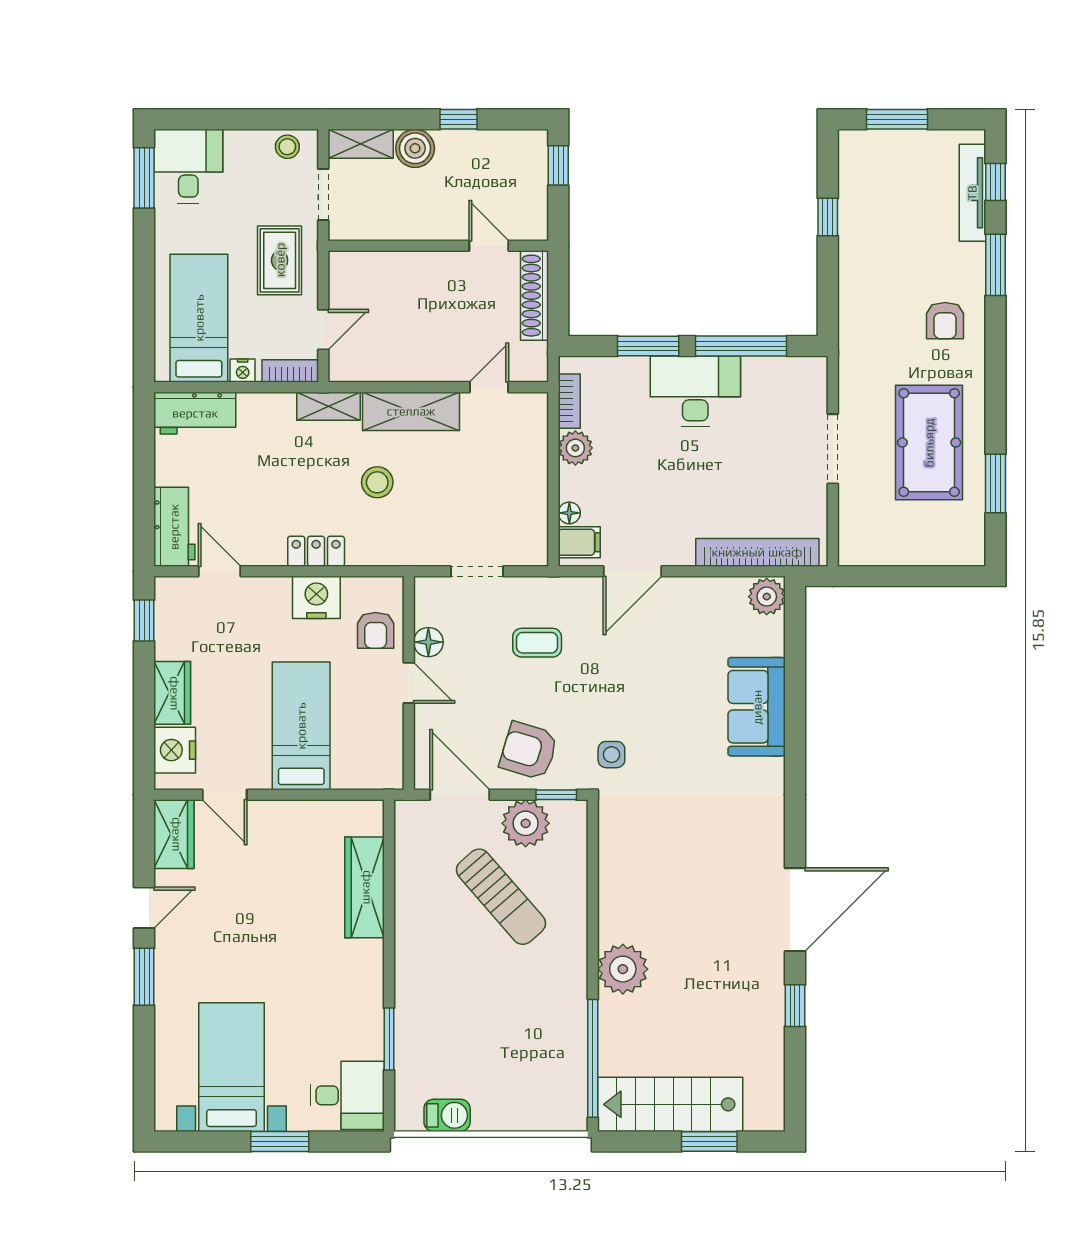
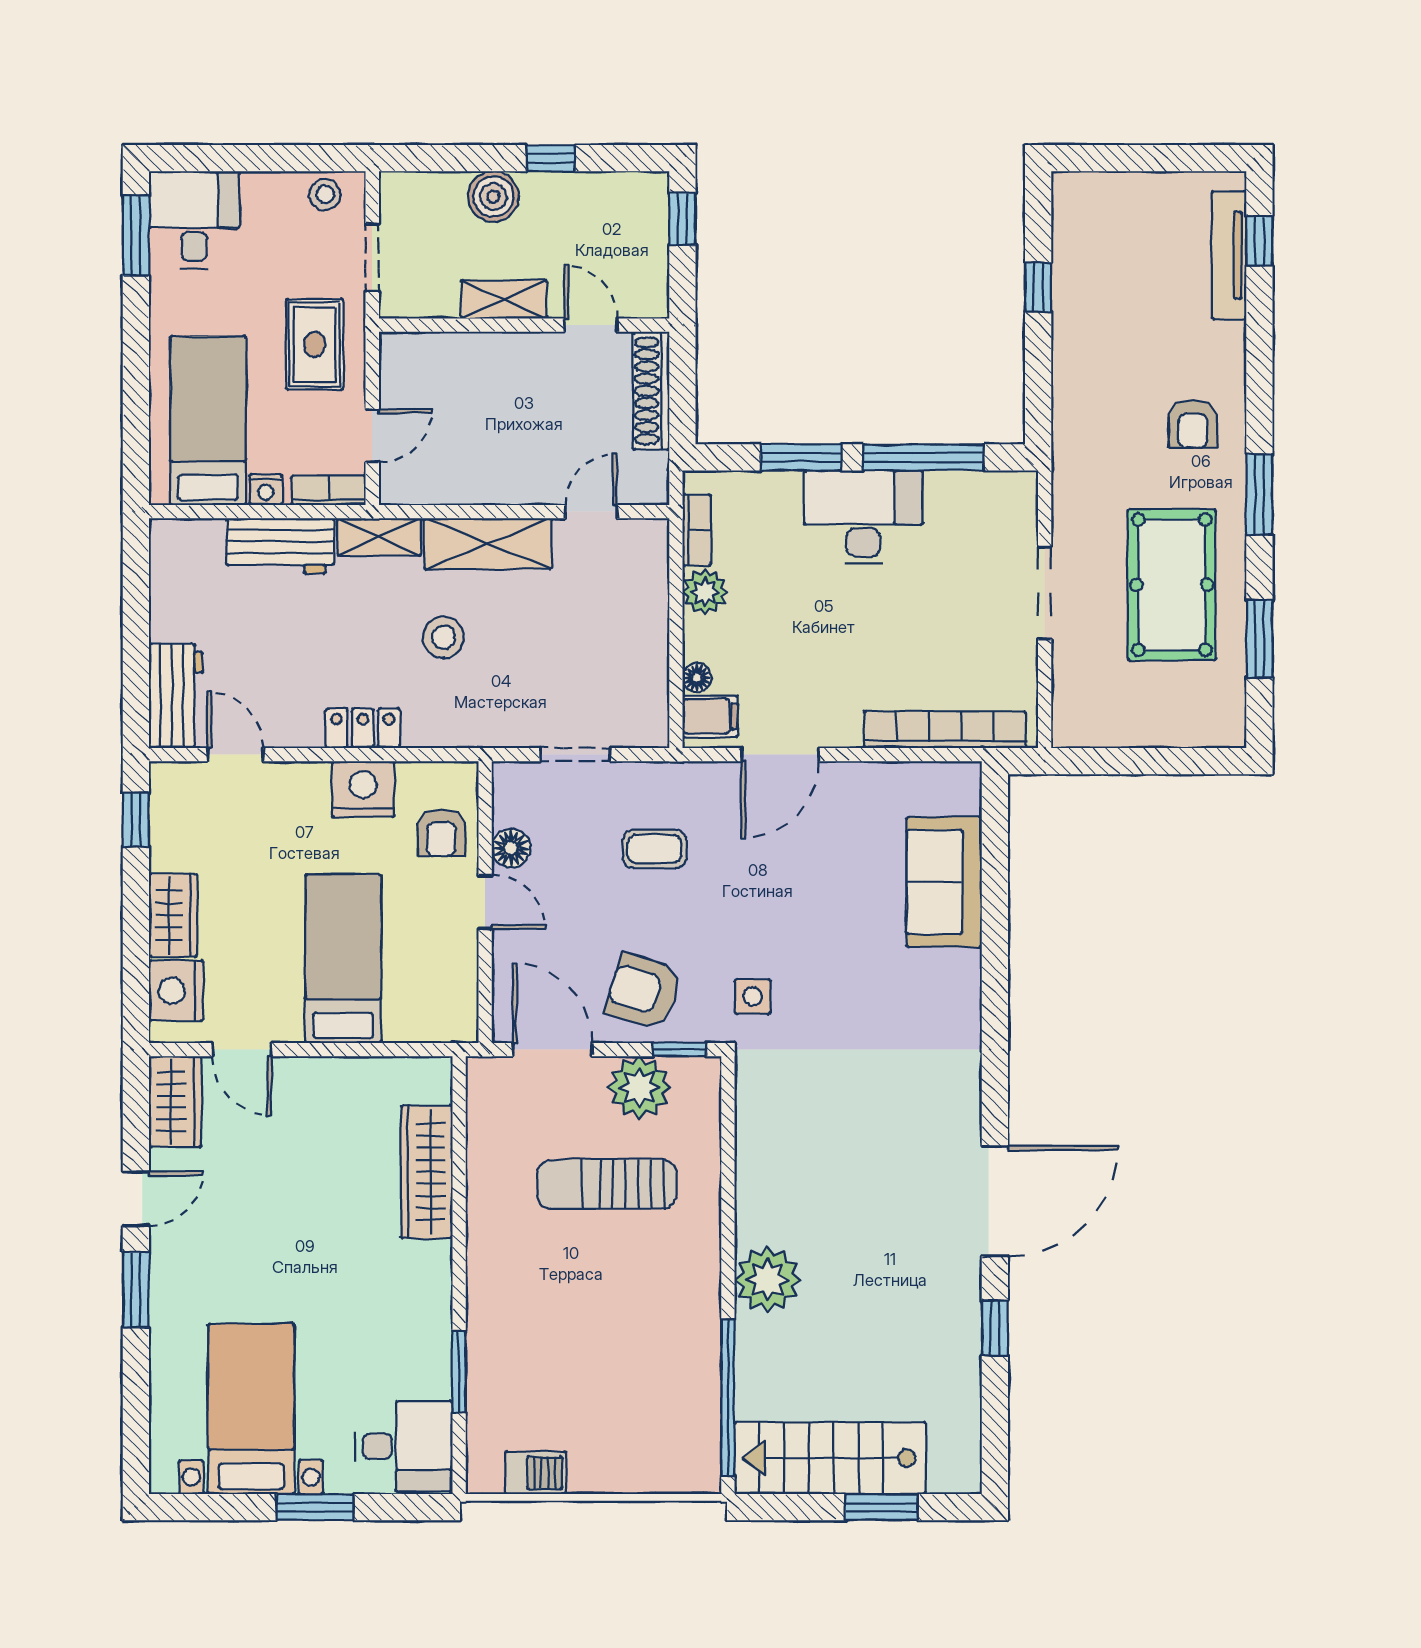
window: (897, 119) -> (1129, 158), removed
shelving: (361, 144) -> (504, 299), moved
window: (995, 265) -> (1259, 494), moved
workbench: (195, 413) -> (280, 546), moved
plant: (767, 597) -> (958, 788), removed
sofa: (757, 707) -> (944, 882), moved
sun lounger: (501, 897) -> (607, 1184), turned 131

